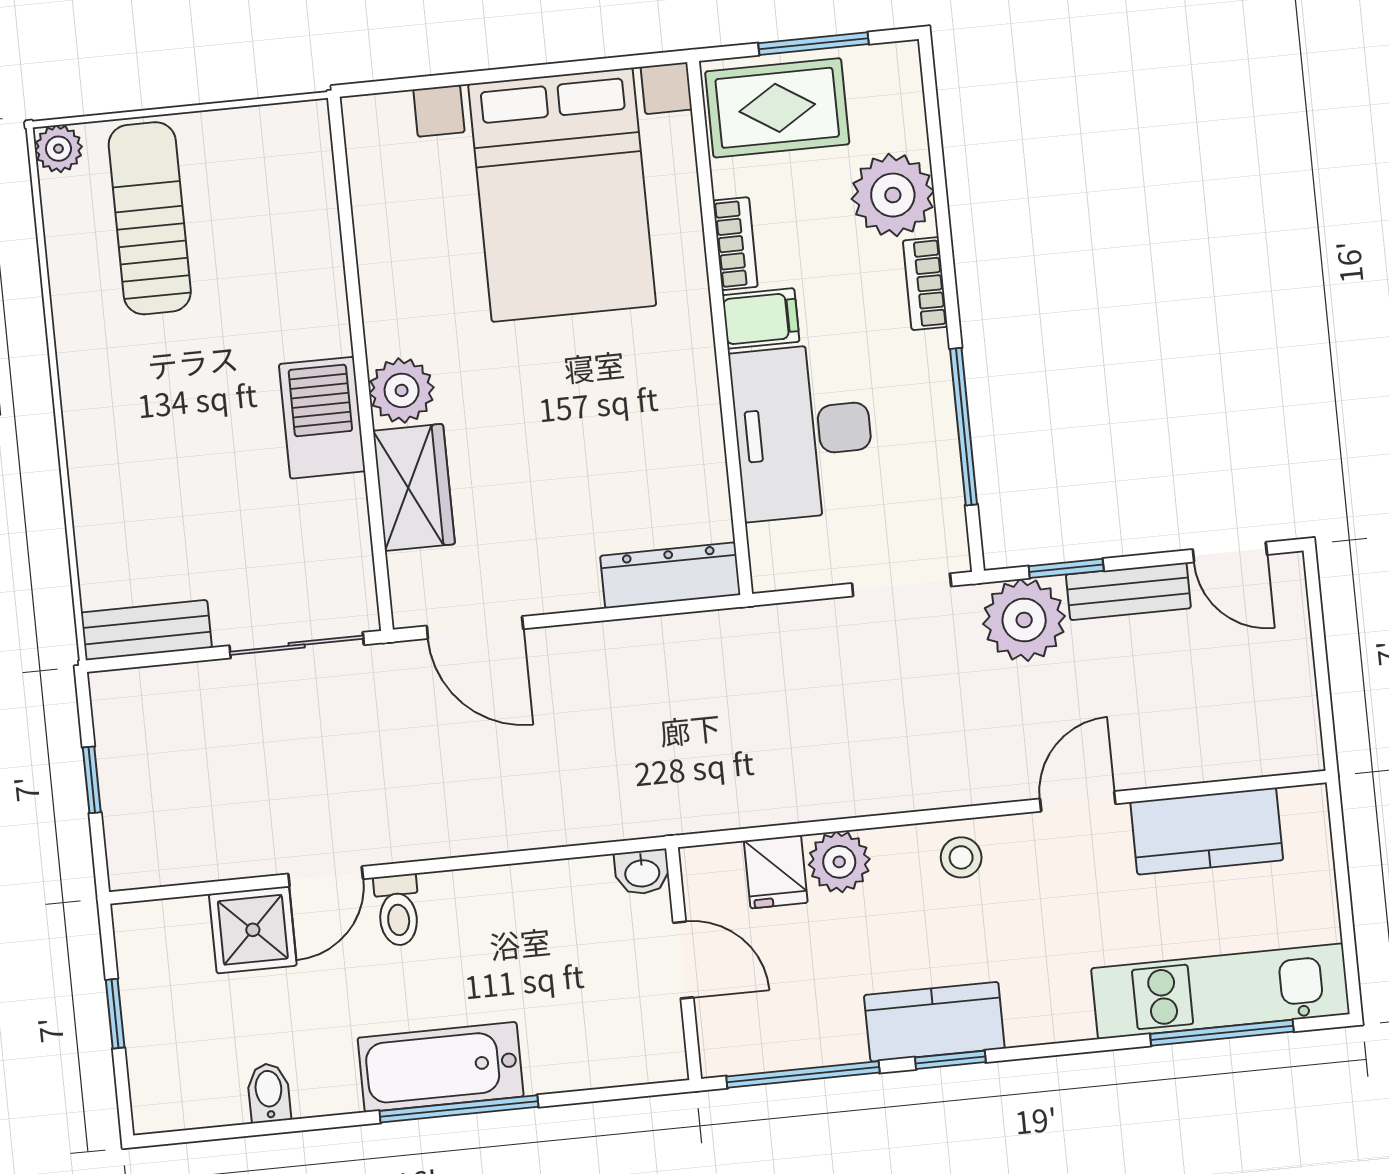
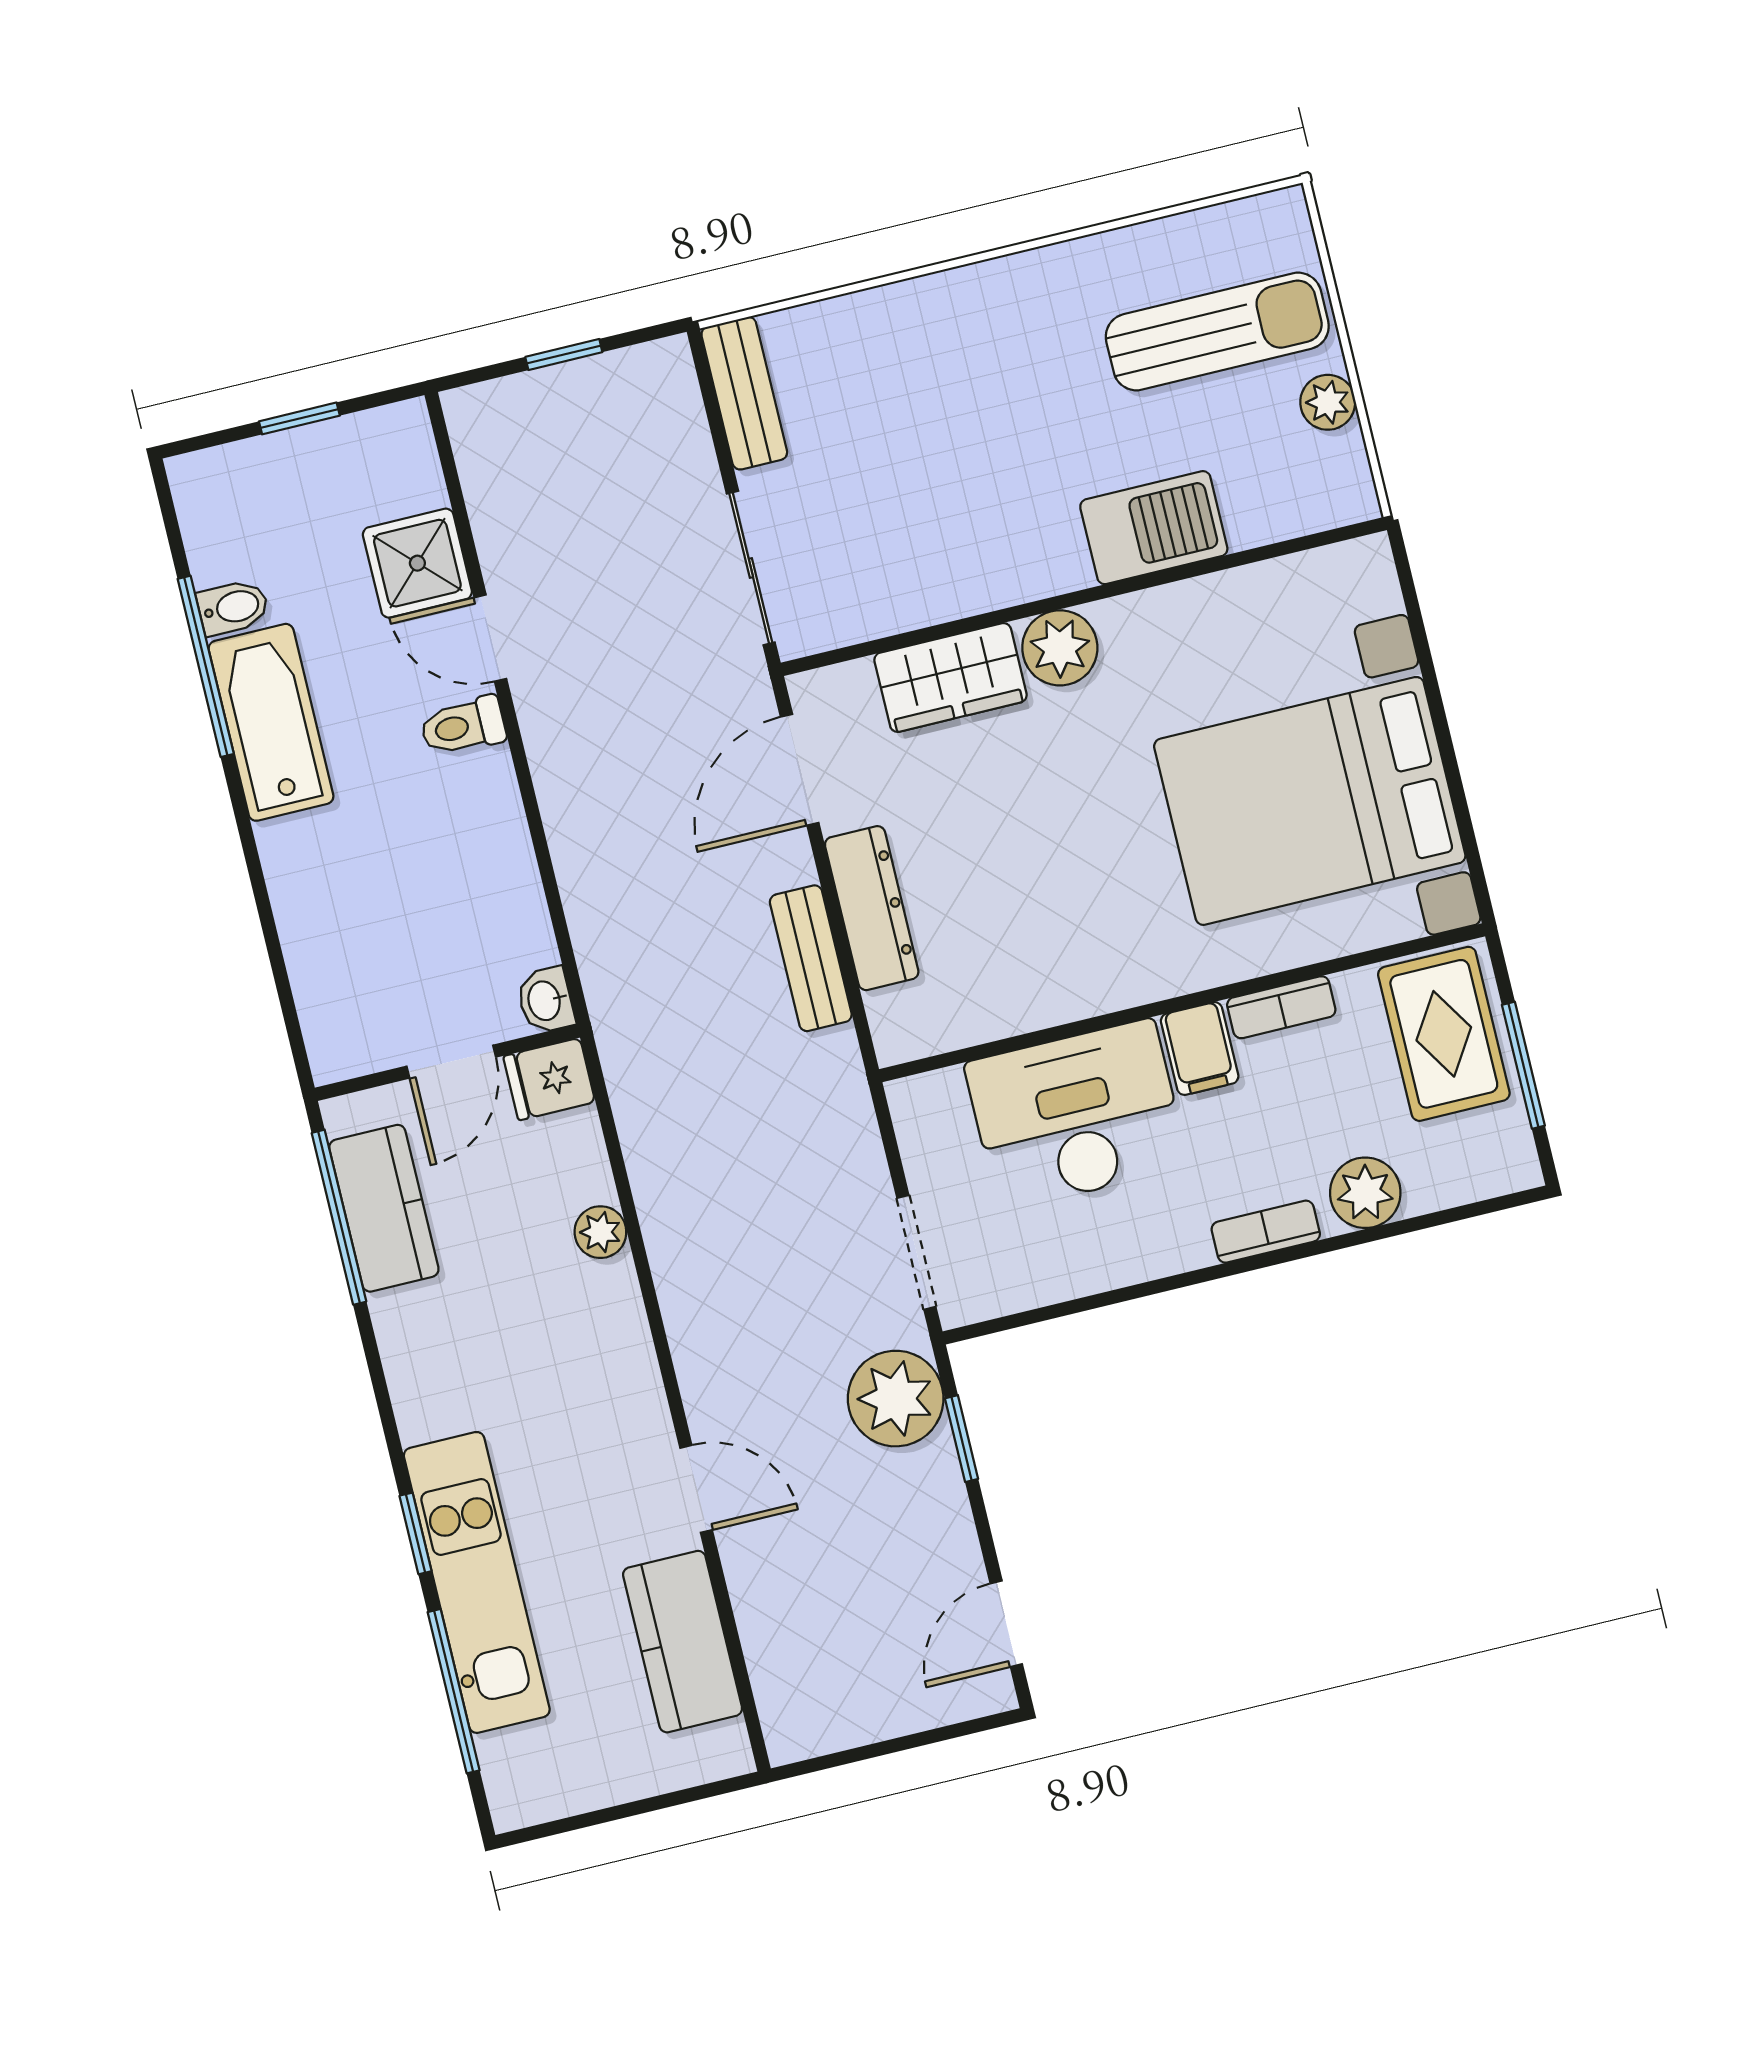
plant: (58, 149) -> (1328, 402), moved
plant: (893, 195) -> (1365, 1193), width x0.73, depth x0.73
barbecue: (322, 418) -> (1154, 528), moved
window: (964, 427) -> (1108, 1298), removed
dresser: (670, 575) -> (872, 908), moved
bench: (1128, 591) -> (811, 958), moved
stool: (961, 857) -> (613, 1364), removed
plant: (839, 862) -> (600, 1232), width x0.73, depth x0.73
fridge: (776, 872) -> (549, 1079), moved
kitchen unit: (1220, 991) -> (477, 1582), moved
kitchen counter: (934, 1022) -> (384, 1208), moved
window: (950, 1060) -> (415, 1533), moved
bathtub: (441, 1067) -> (271, 722), moved
window: (459, 1109) -> (206, 666), moved

